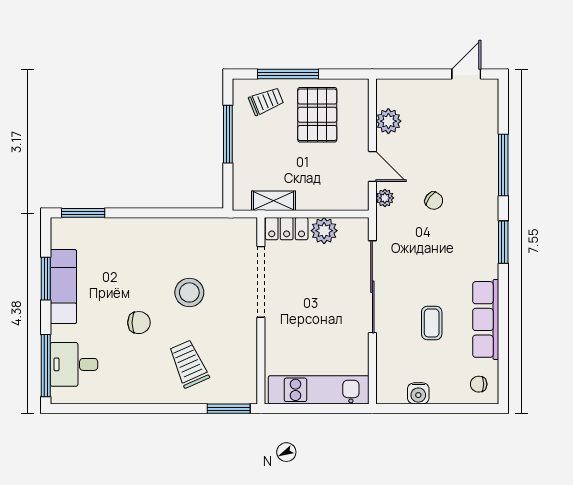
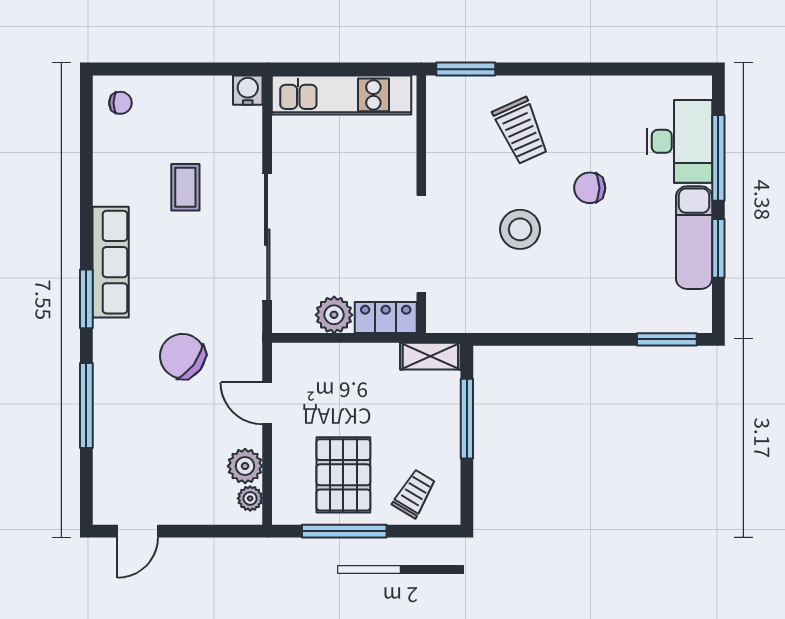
window: (288, 74) -> (344, 531), moved
trolley: (266, 101) -> (414, 494), turned 143
window: (228, 134) -> (467, 419), moved
plant: (385, 198) -> (250, 498), moved
shelving: (273, 201) -> (430, 356), moved
chair: (434, 201) -> (182, 356), width x1.87, depth x1.87
row of seats: (486, 319) -> (111, 262), moved
desk: (74, 364) -> (679, 141), width x1.37
window: (46, 366) -> (718, 158), moved
water cooler: (418, 393) -> (248, 90), moved

